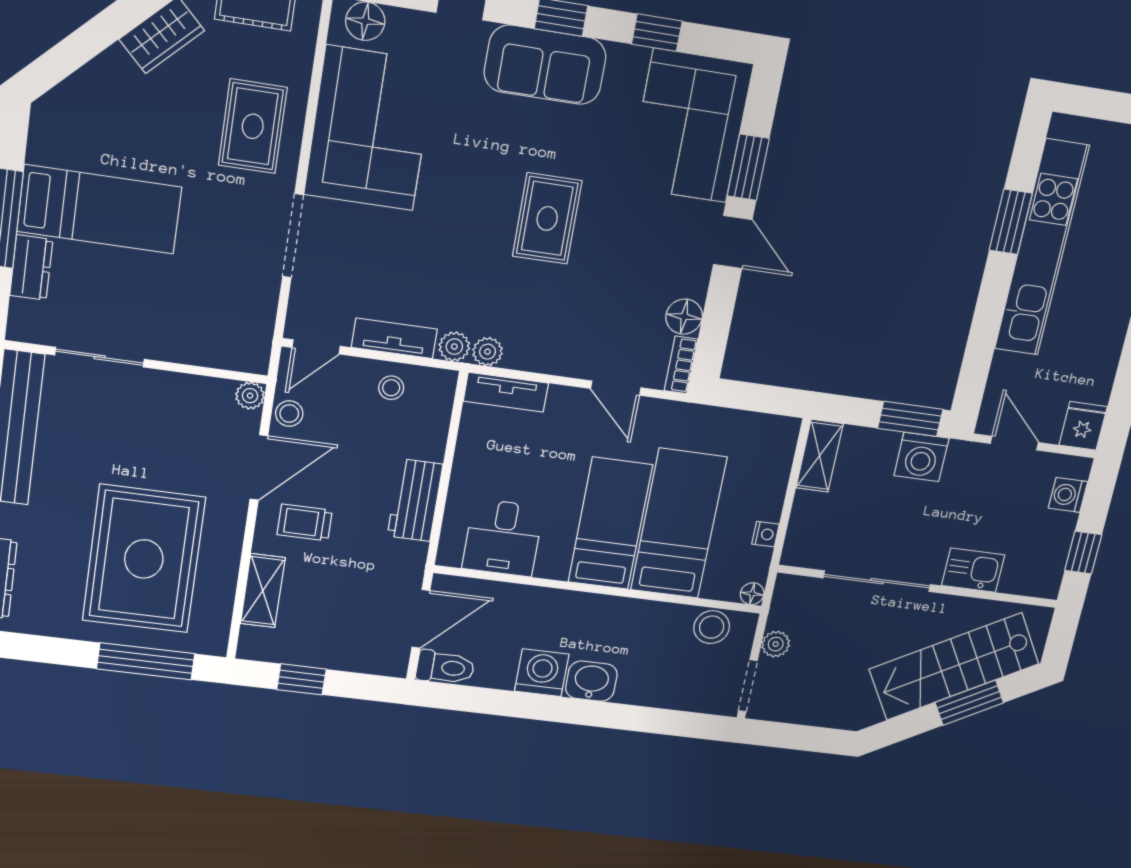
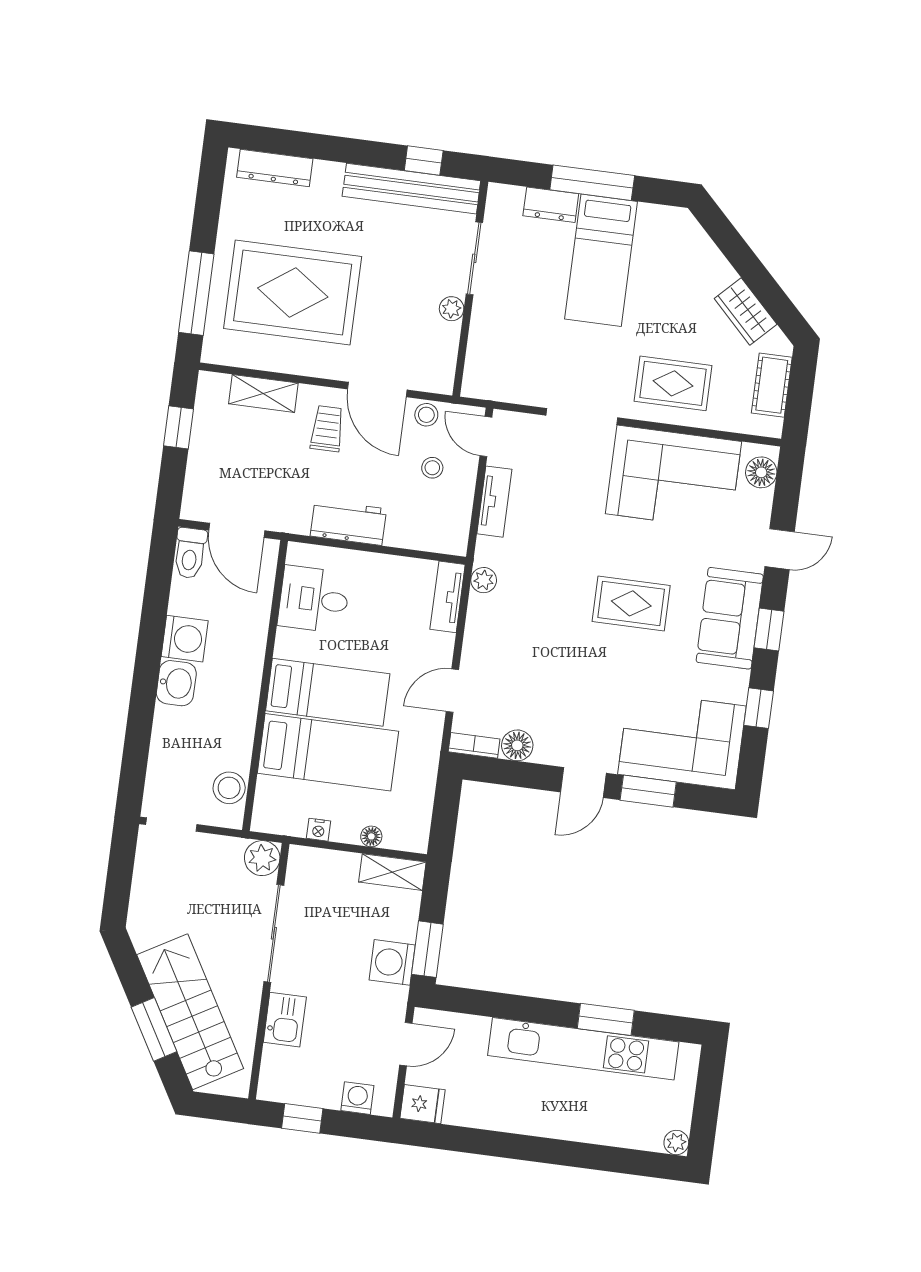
rug: (547, 218) -> (631, 603), moved
plant: (454, 347) -> (488, 552), removed
stool: (391, 388) -> (432, 468), moved
plant: (250, 396) -> (452, 309), moved
floor lamp: (752, 594) -> (371, 836), moved
plant: (776, 644) -> (262, 858), moved, width x1.38, depth x1.38

